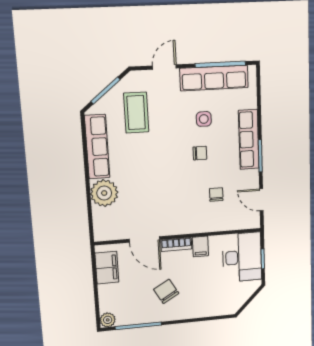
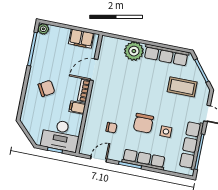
chair: (200, 153) -> (143, 123), width x1.87, depth x1.87
chair: (166, 291) -> (46, 88), moved

